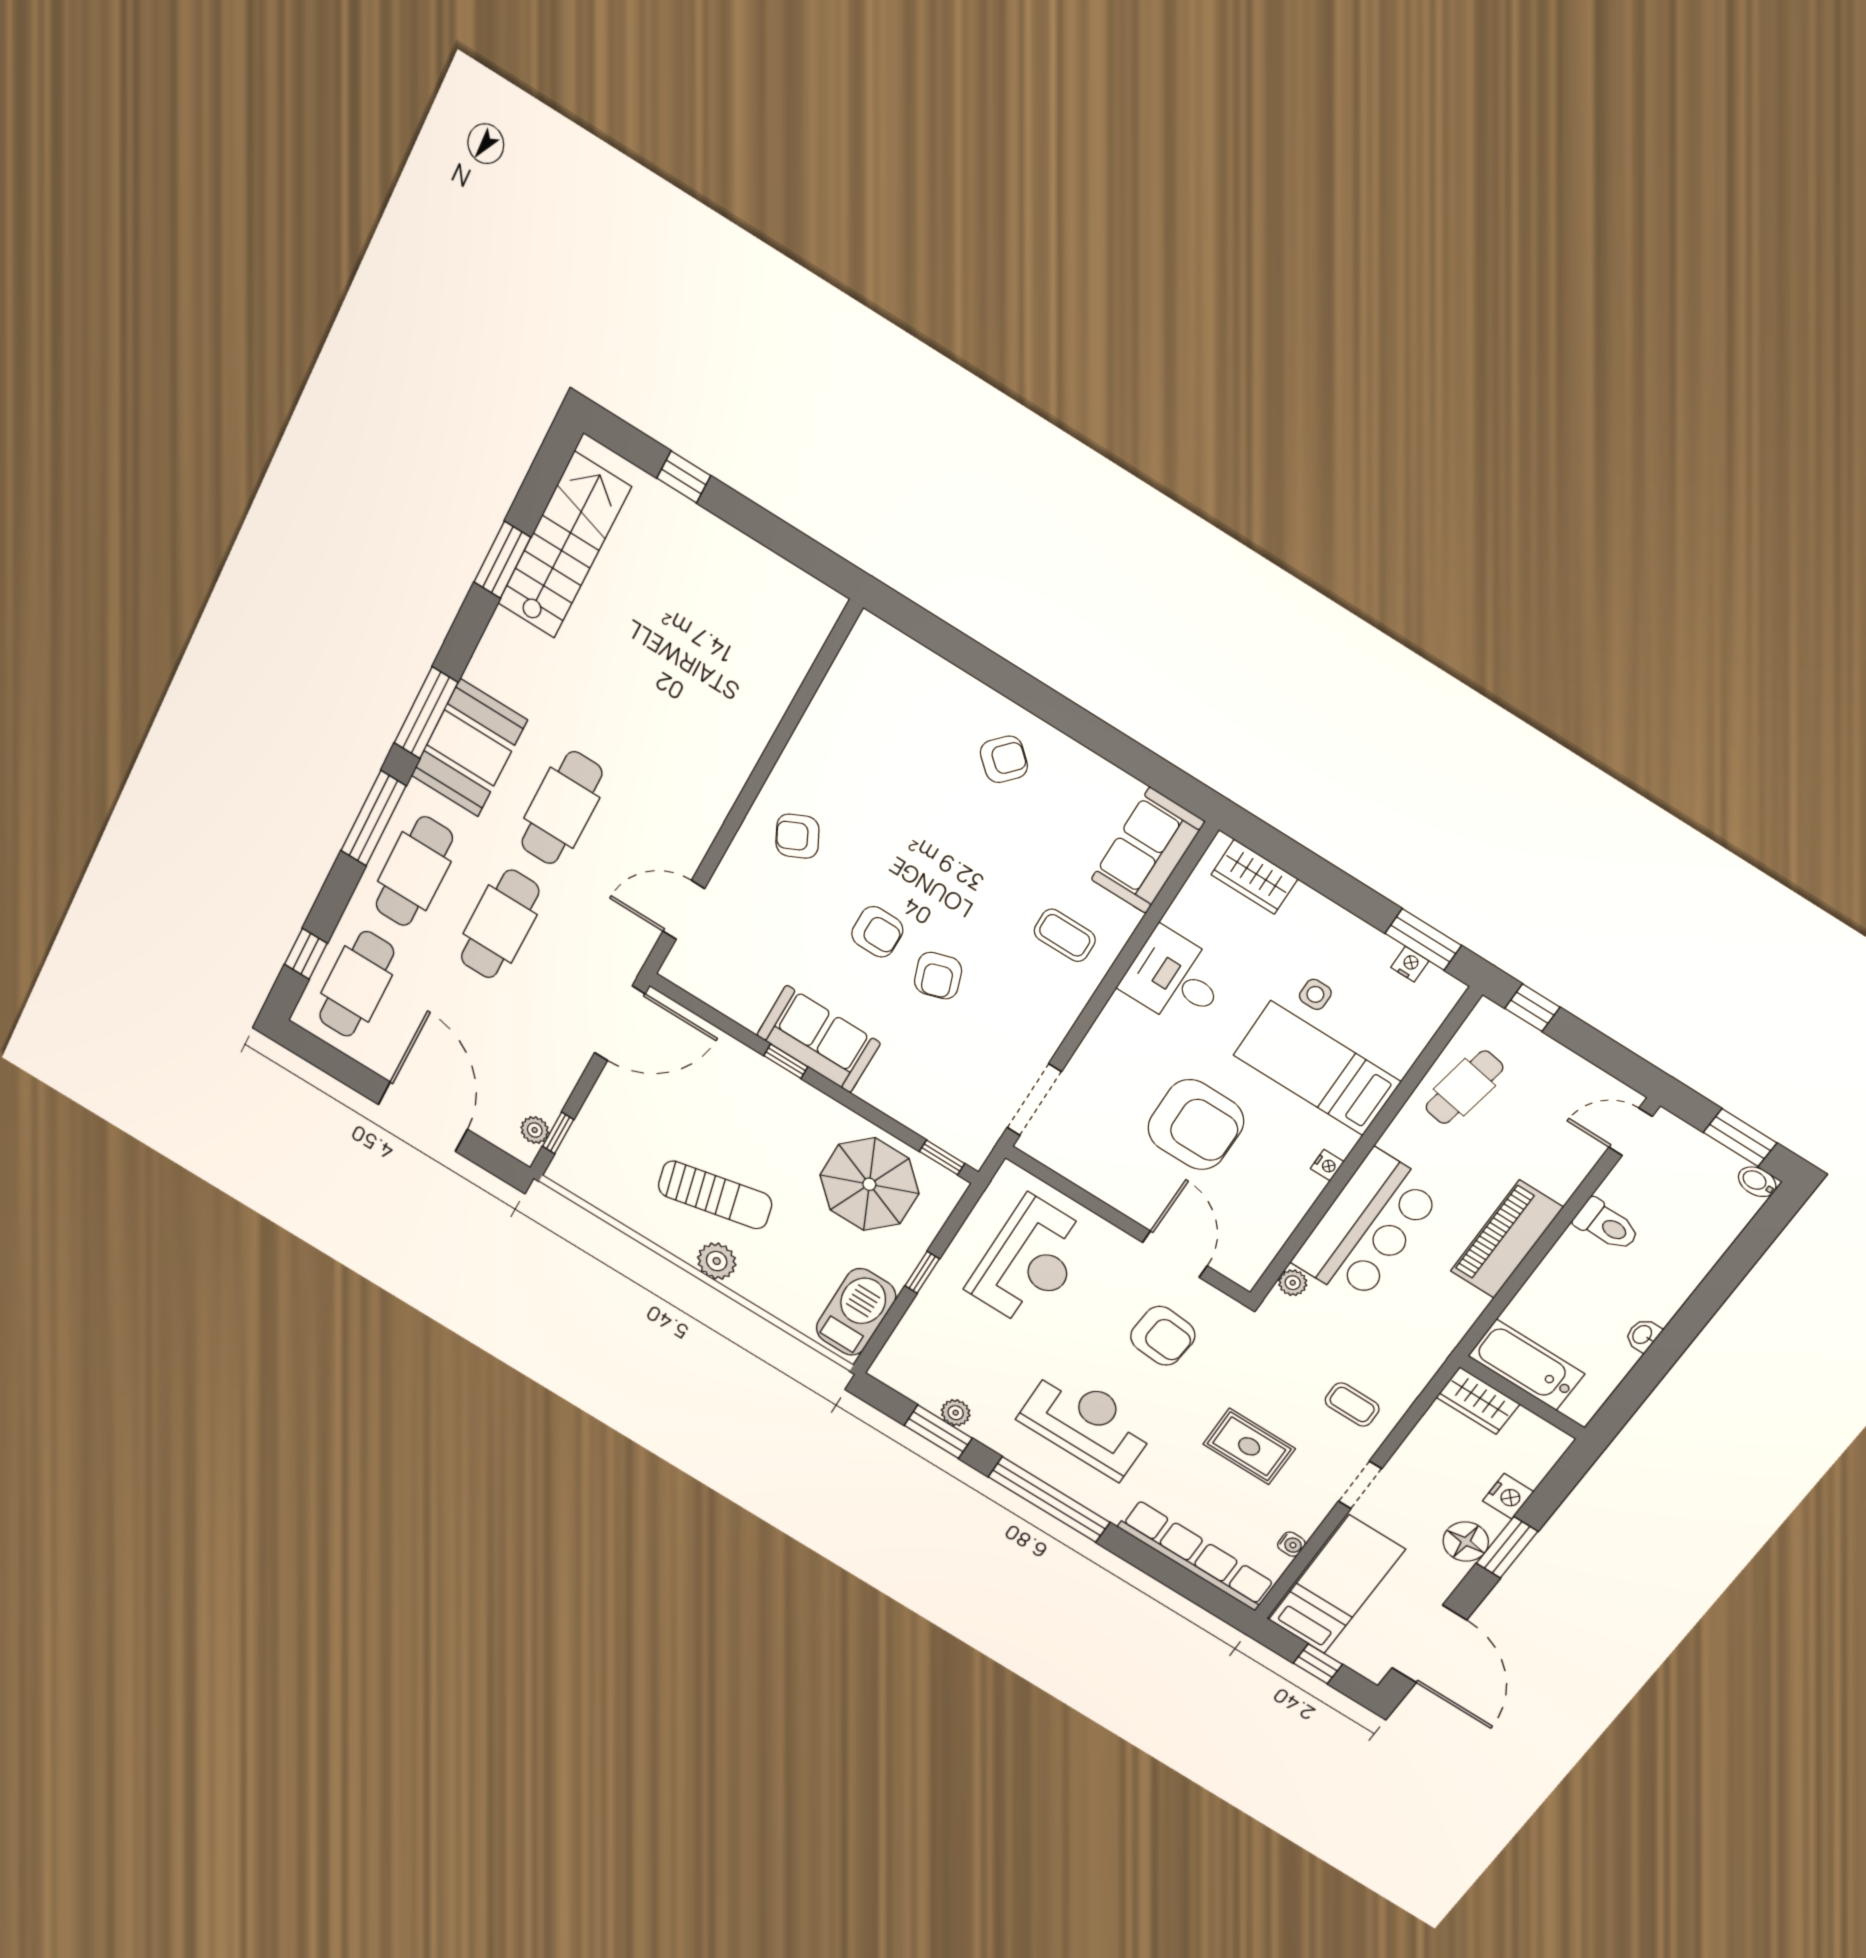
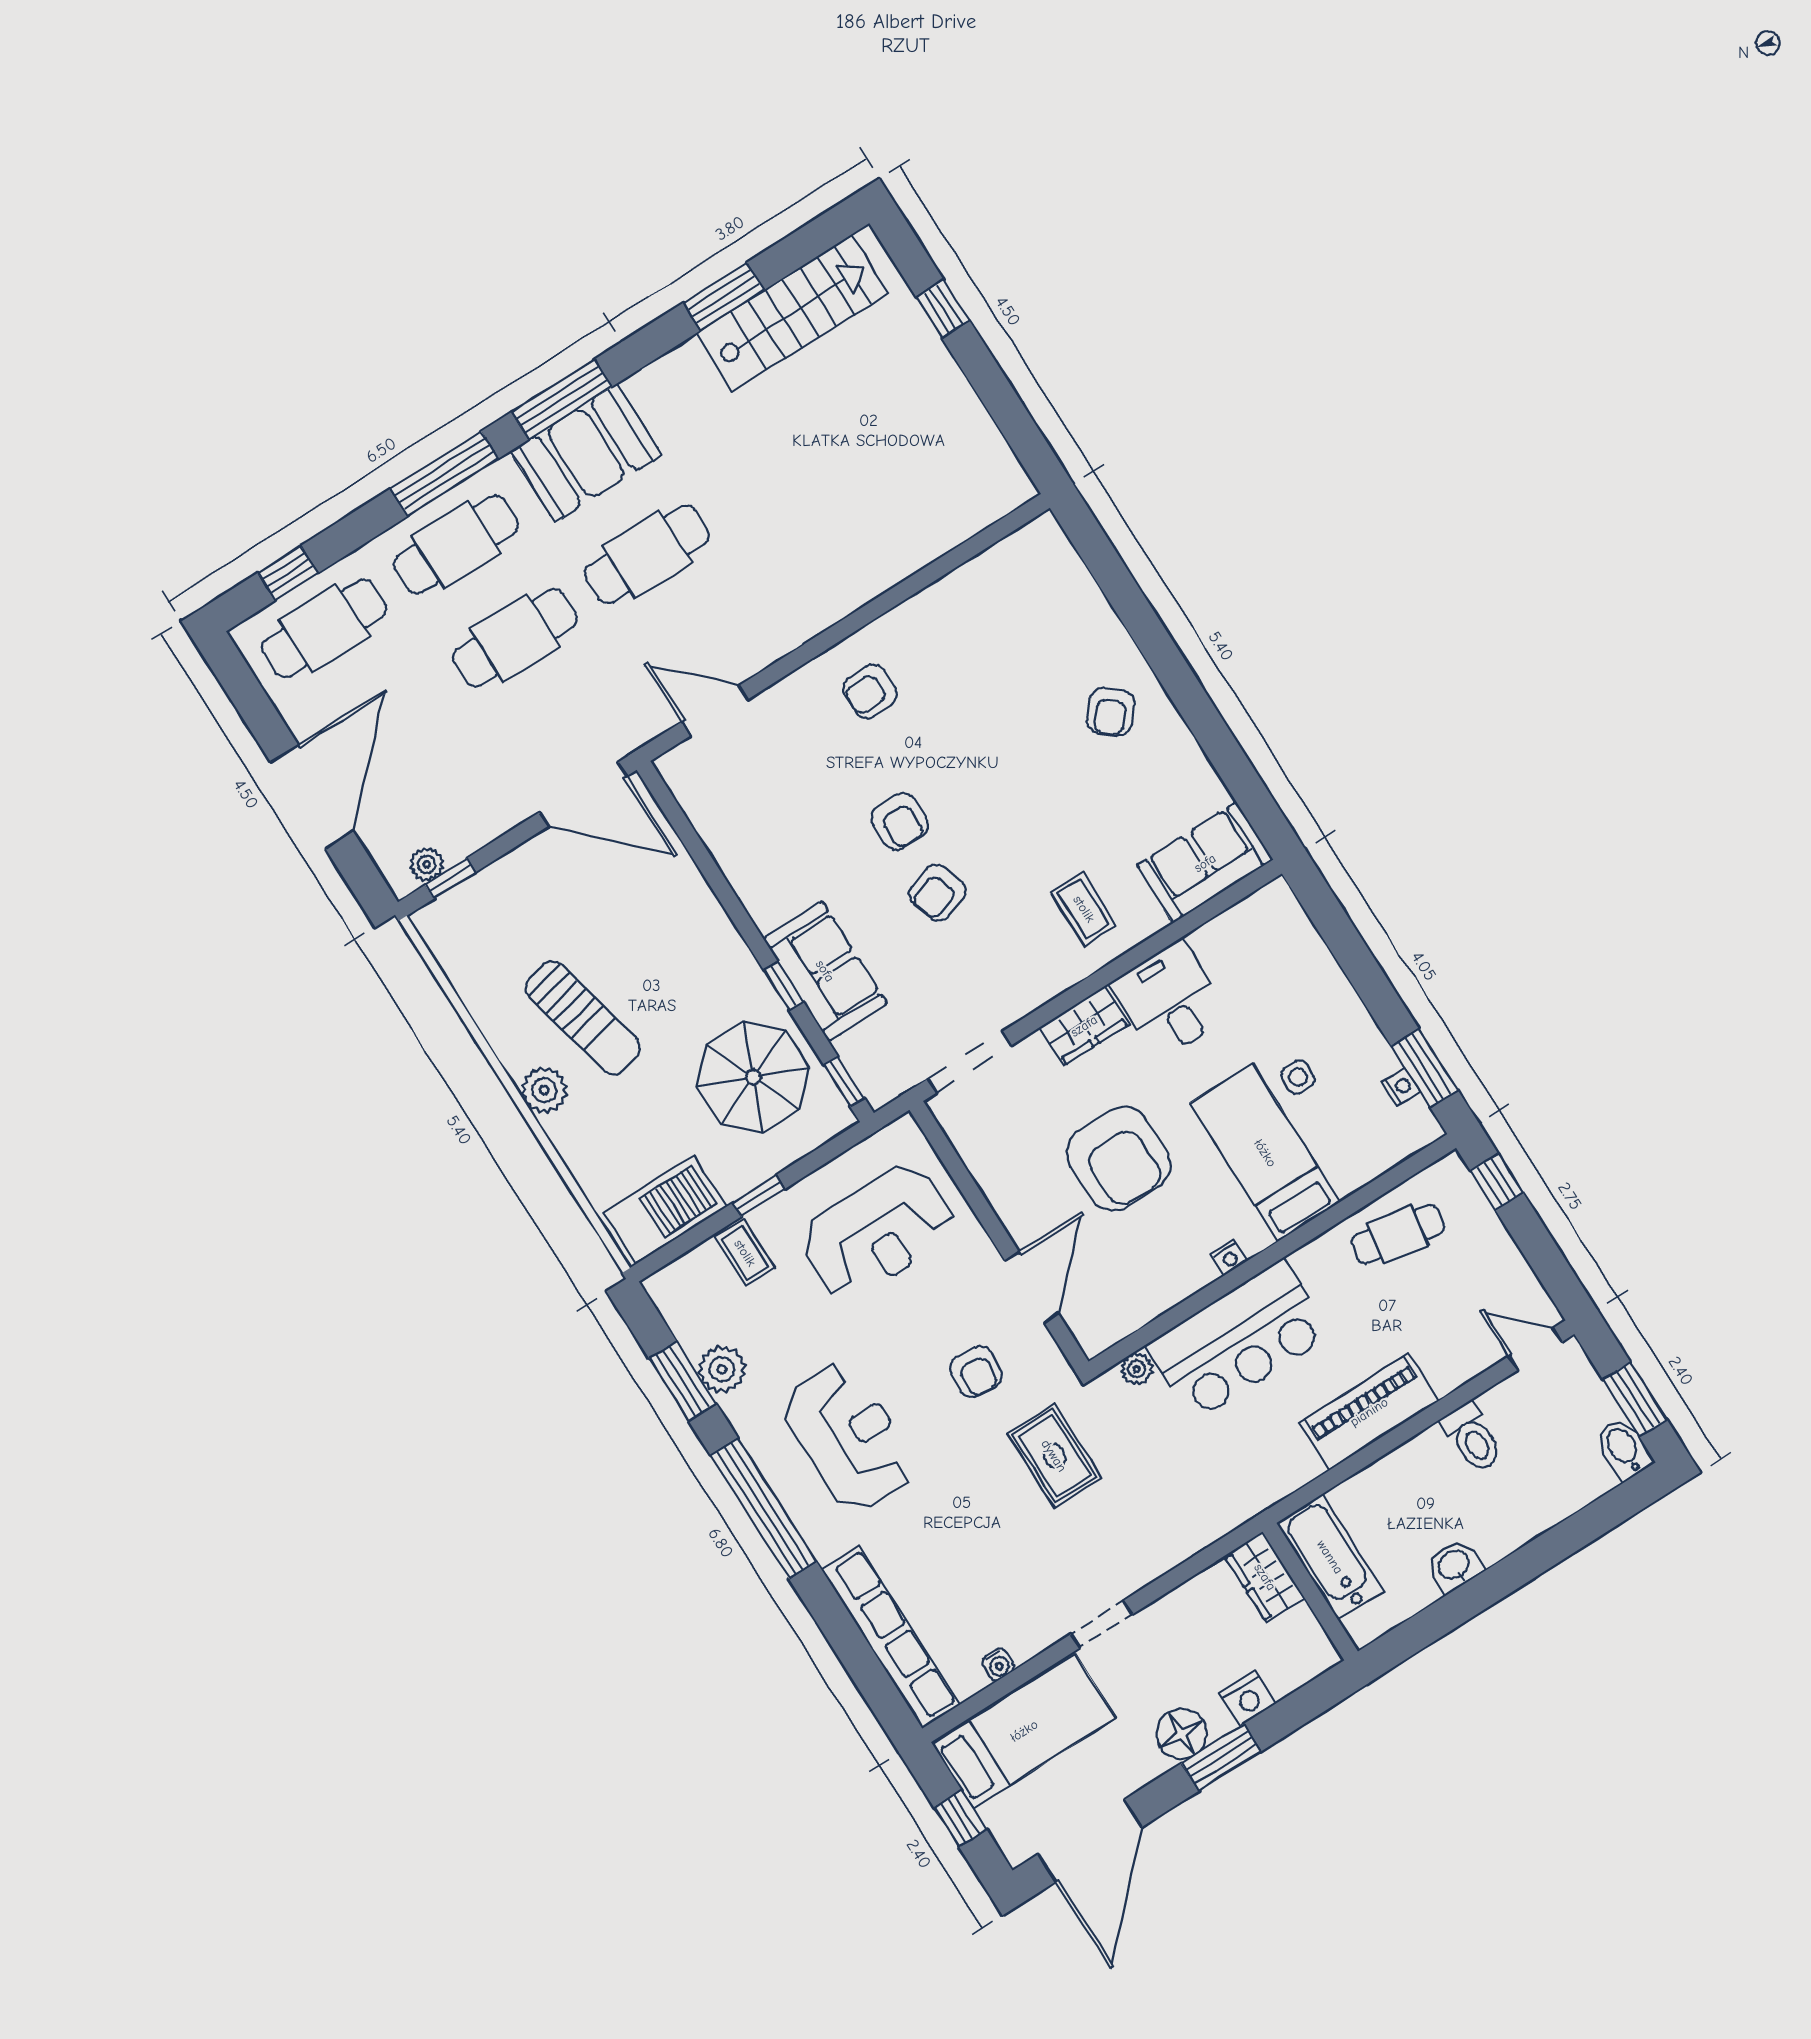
armchair: (1004, 759) -> (1111, 712), turned 88
armchair: (797, 836) -> (870, 691), turned -64
wardrobe: (1254, 877) -> (1084, 1026), moved, turned -90
sofa: (819, 1039) -> (825, 971), moved
window: (786, 1061) -> (783, 986), moved
bidet: (1757, 1182) -> (1624, 1449), width x1.38, depth x1.36
washbasin: (1643, 1335) -> (1454, 1566), width x1.38, depth x1.45
armchair: (1163, 1336) -> (976, 1372), width x0.72, depth x0.72
coffee table: (1352, 1405) -> (745, 1253), moved
plant: (956, 1413) -> (722, 1369), width x1.38, depth x1.38
rug: (1249, 1446) -> (1054, 1456), moved

